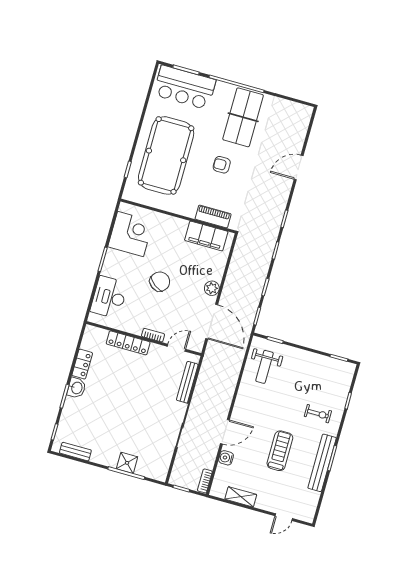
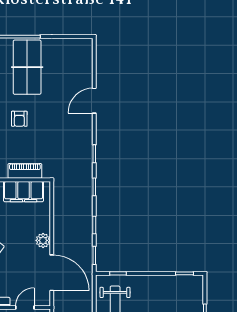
armchair: (222, 165) -> (19, 119), turned -90

